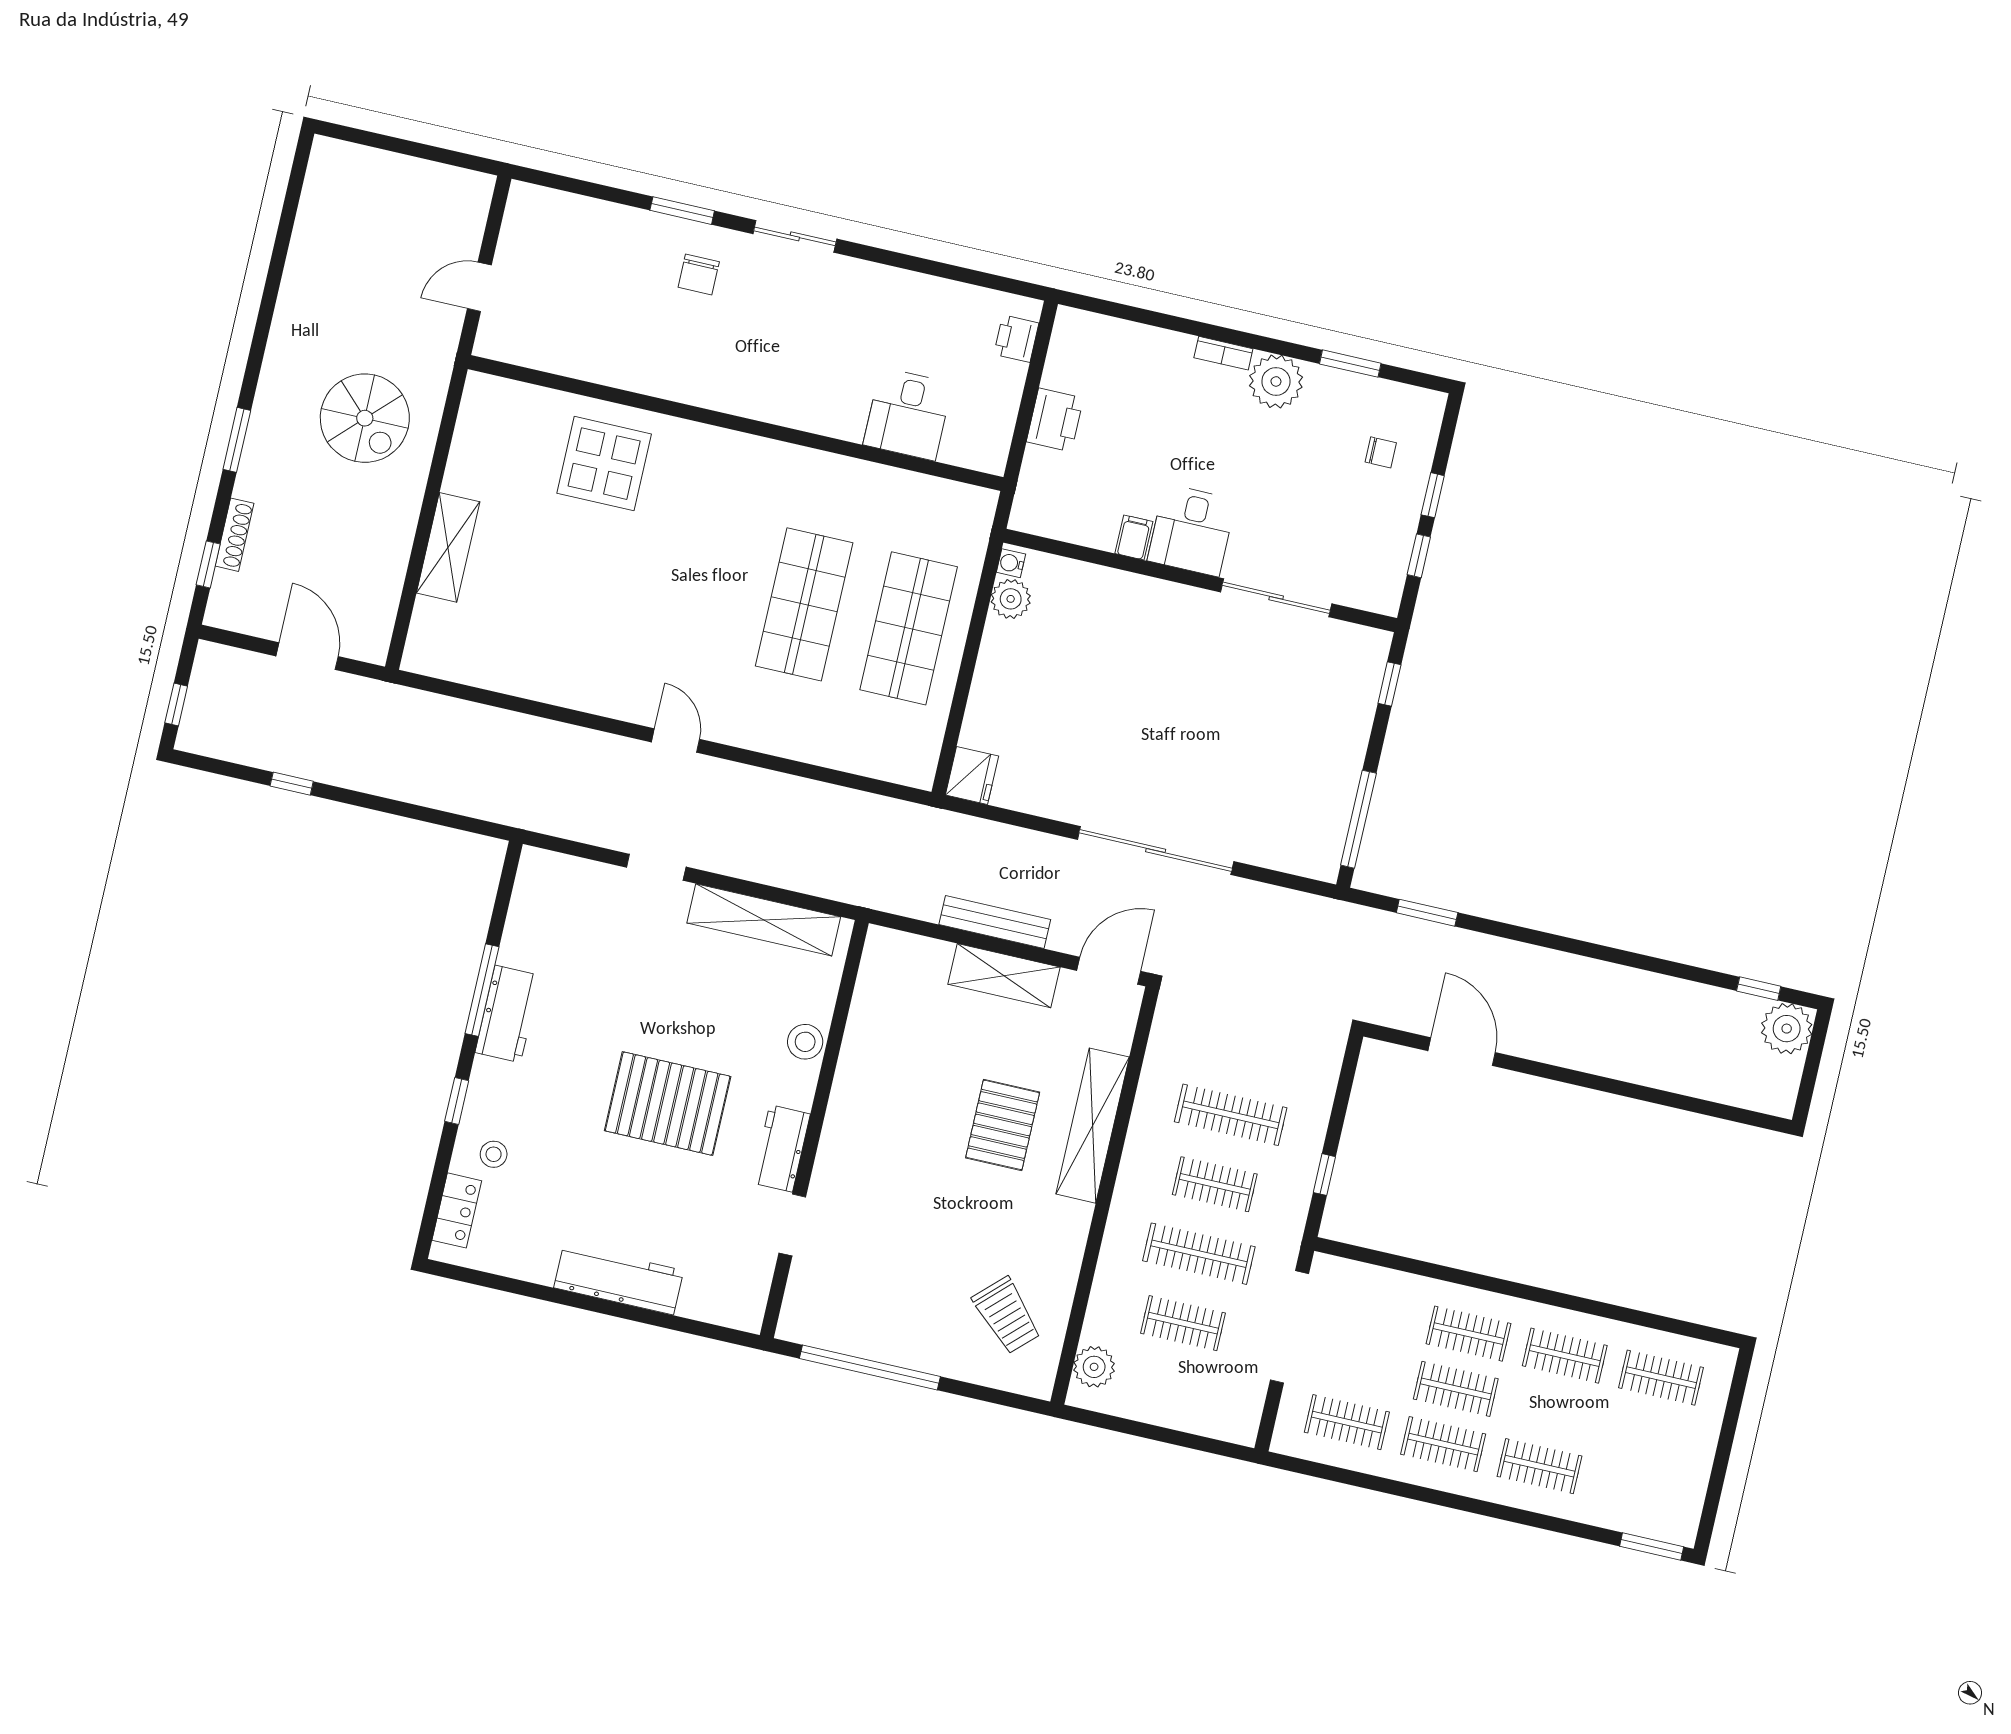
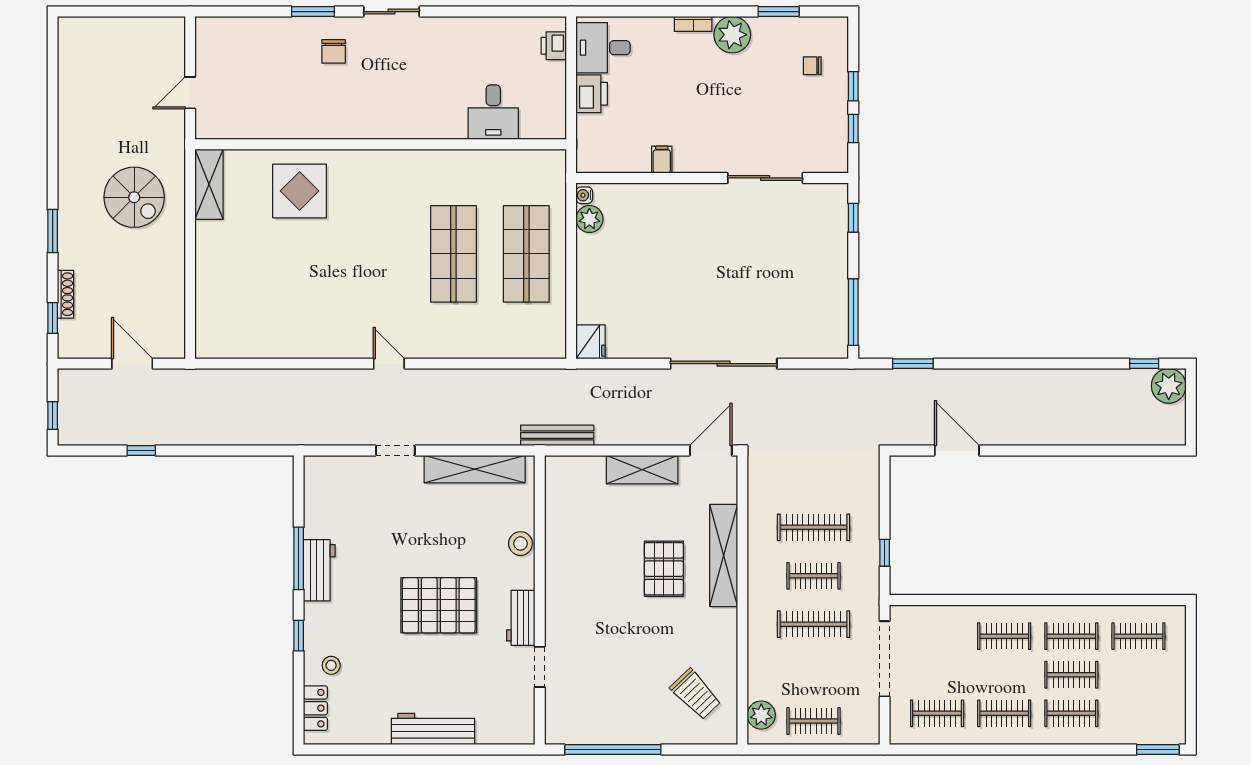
chair: (1381, 452) -> (812, 66), turned 180
desk: (1192, 530) -> (603, 48), moved, turned 90
shelving: (448, 547) -> (209, 184), moved
bench: (995, 922) -> (557, 435), moved
clothes rail: (1183, 1323) -> (813, 721), moved
clothes rail: (1456, 1389) -> (1071, 675), moved

